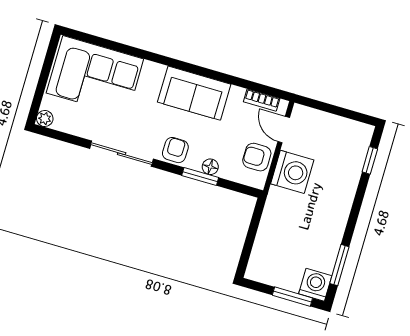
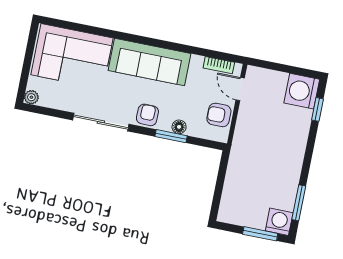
sofa: (194, 93) -> (149, 62), width x1.36
washing machine: (292, 172) -> (302, 91), moved, turned 180

